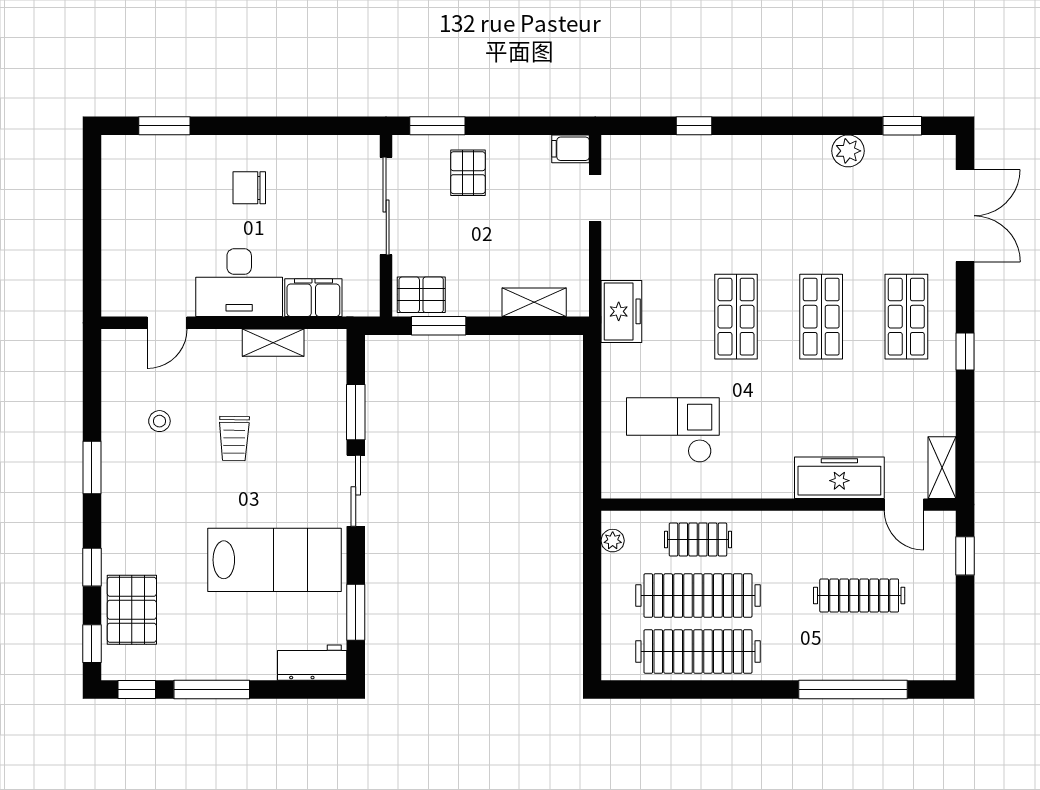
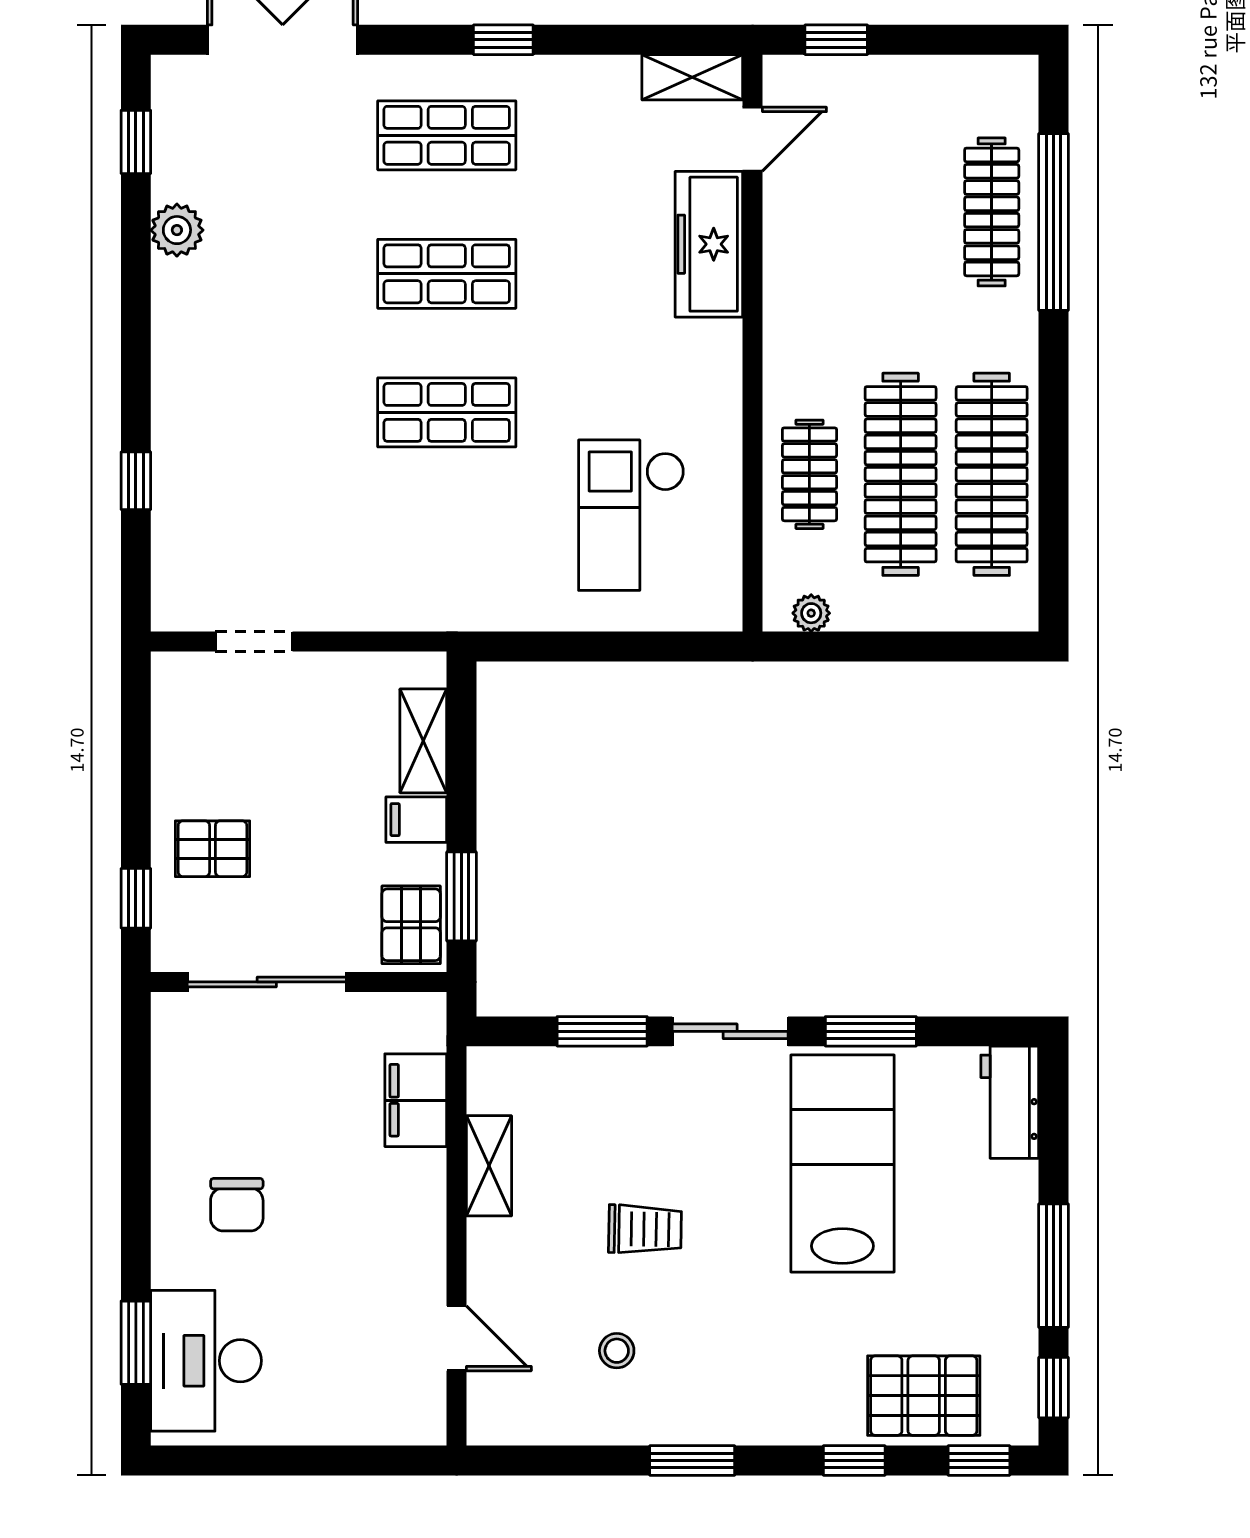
window: (437, 126) -> (136, 898), width x0.67
filing cabinet: (570, 149) -> (416, 820), moved, turned 90
desk: (239, 283) -> (206, 1361), moved, turned 180
freezer: (621, 311) -> (438, 599), removed
clothes rail: (859, 596) -> (992, 212), moved
window: (356, 612) -> (871, 1031), moved

